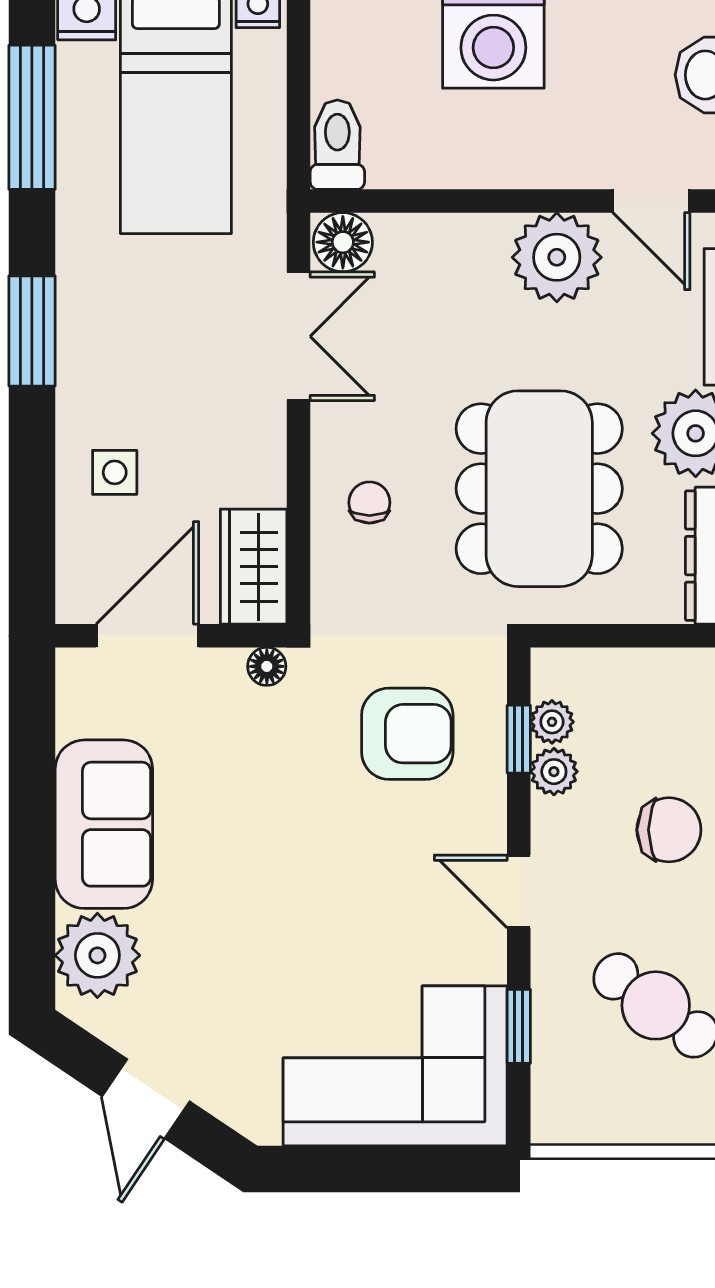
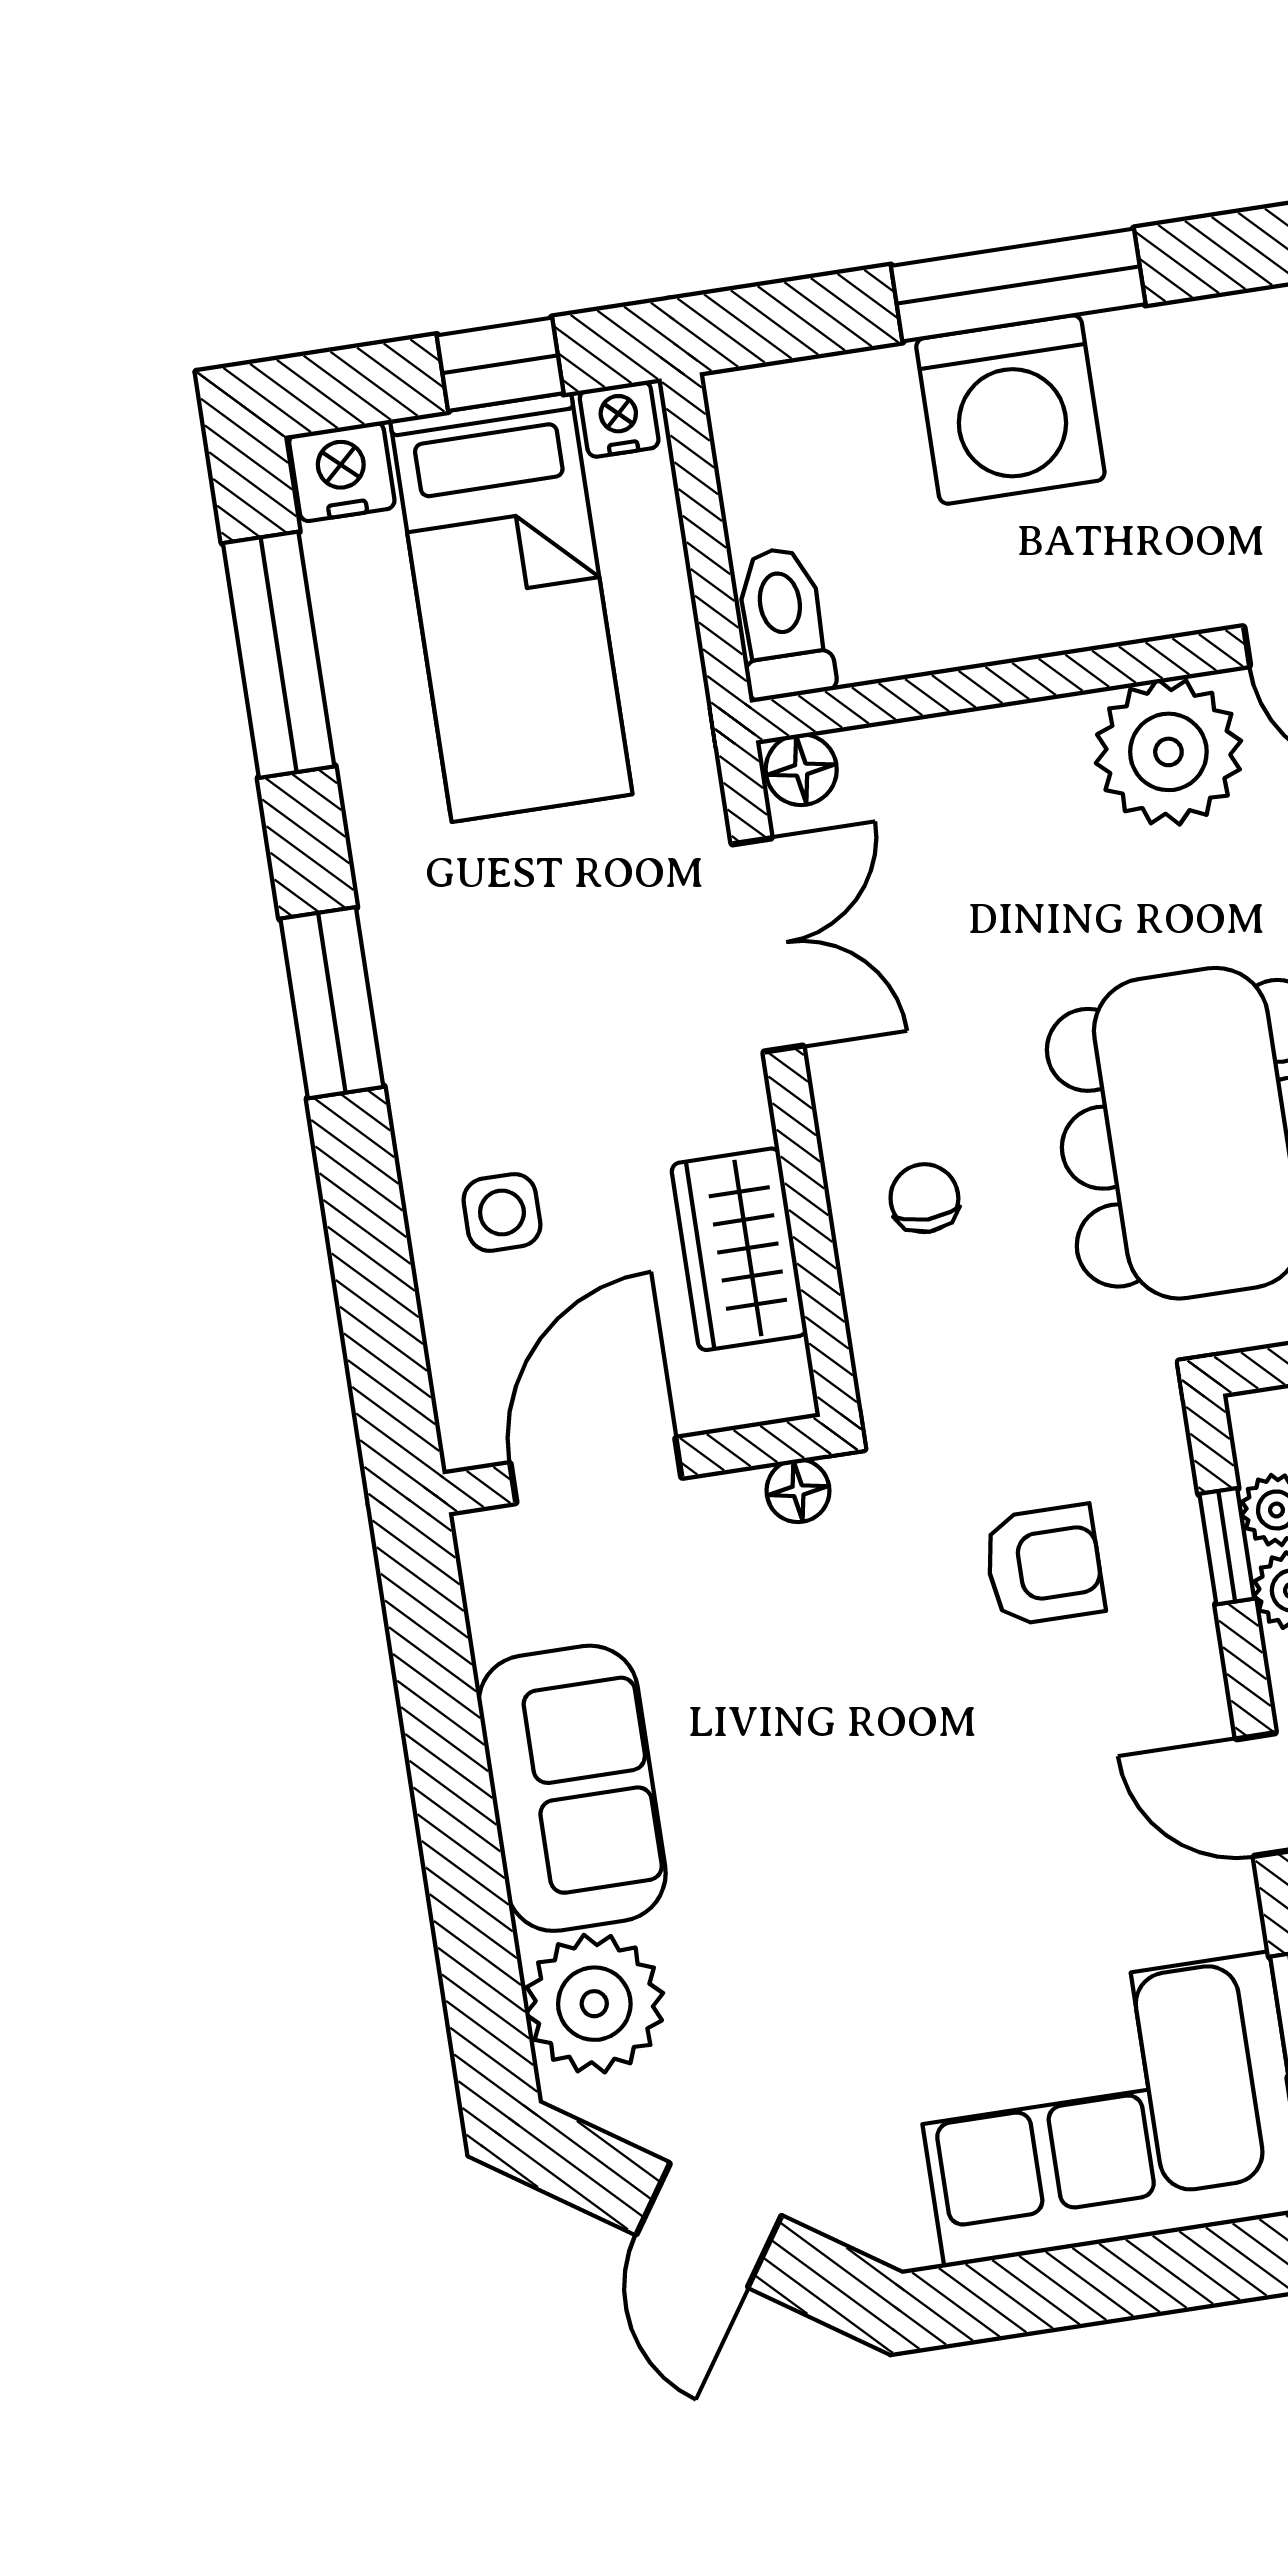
floor lamp: (343, 242) -> (801, 770), width x0.73, depth x0.73
wardrobe: (254, 567) -> (739, 1249), moved
armchair: (407, 734) -> (1044, 1565), width x0.72, depth x0.72

